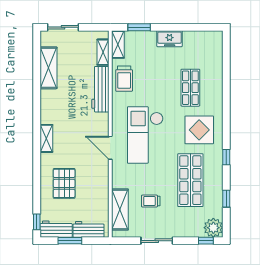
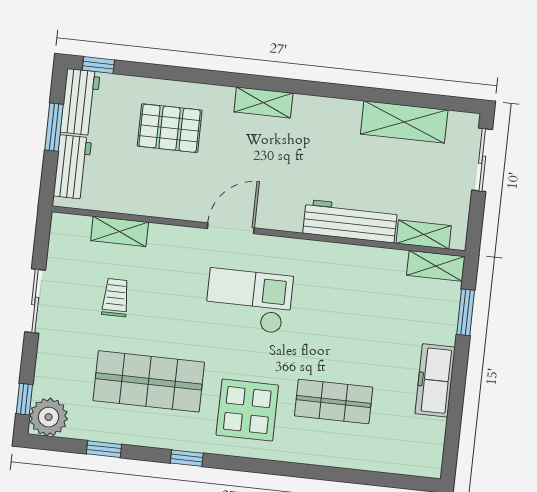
freezer: (170, 39) -> (435, 380), width x1.40
trolley: (124, 79) -> (366, 271), removed
checkout: (145, 135) -> (249, 301), width x0.73, depth x0.83
shelving: (120, 209) -> (120, 231), width x0.67, depth x0.75

